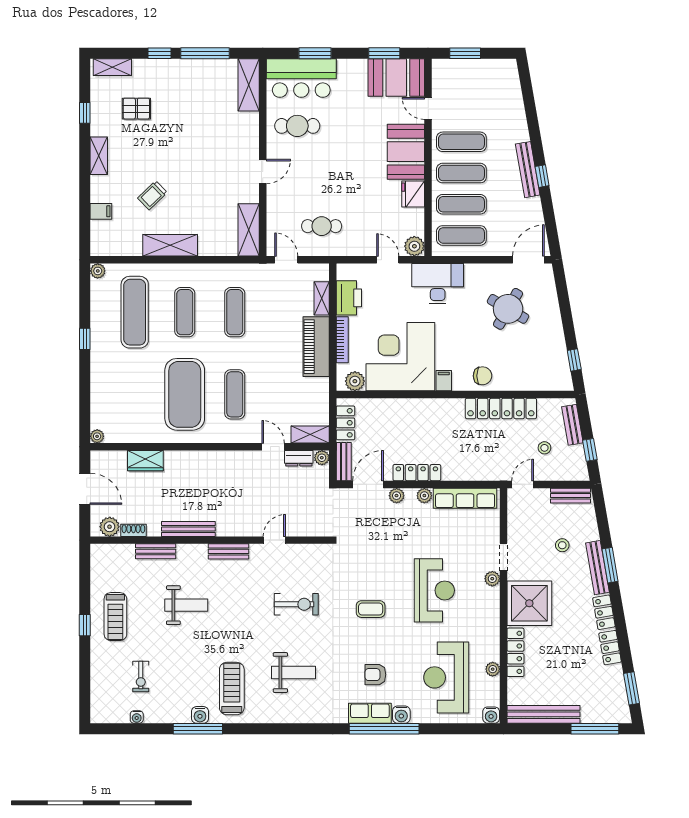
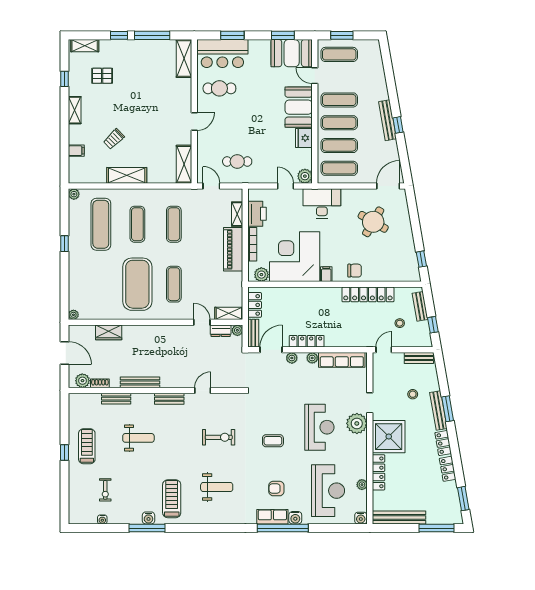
exercise mat: (461, 79) -> (339, 54), added
plant: (492, 579) -> (357, 423), width x1.87, depth x1.87
treadmill: (115, 617) -> (87, 446), turned 180
reception desk: (446, 677) -> (328, 491), turned 180

